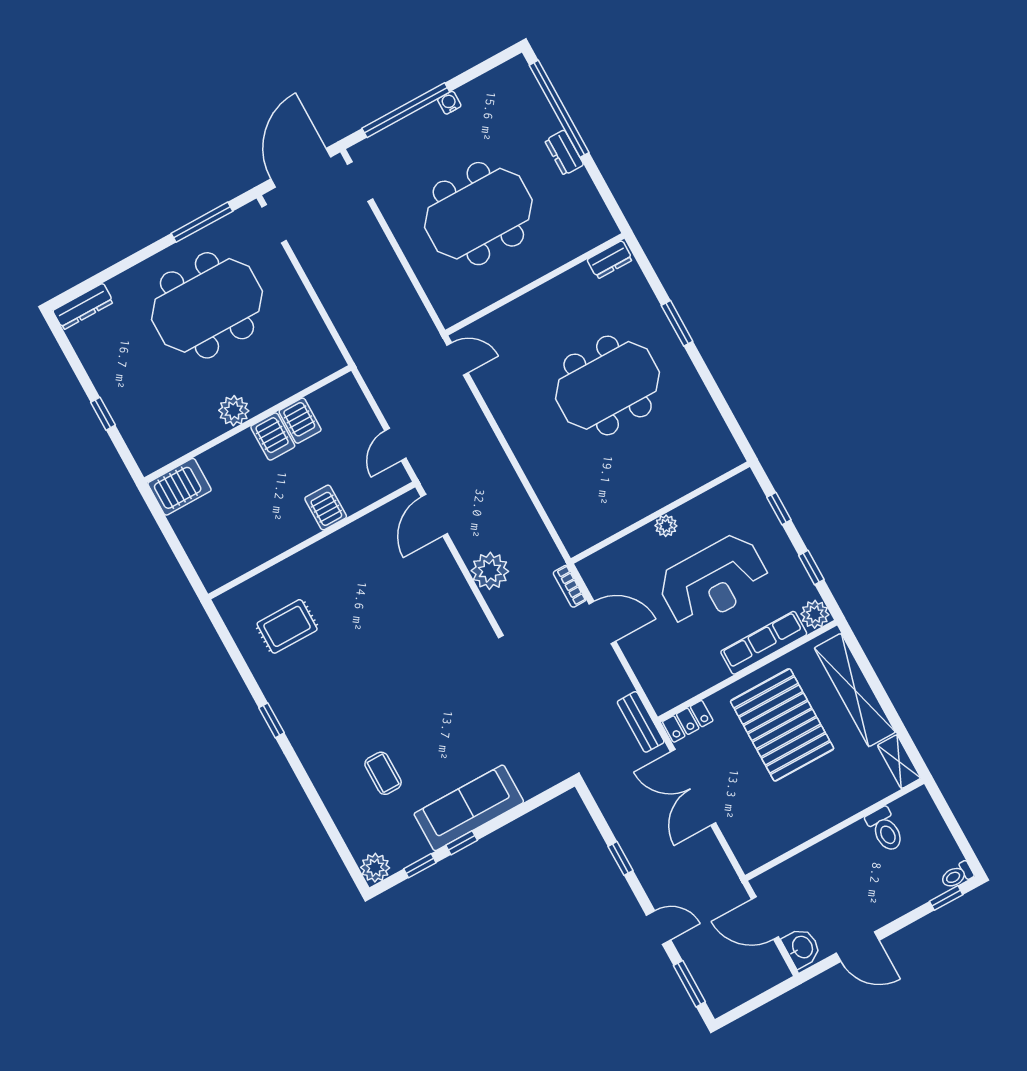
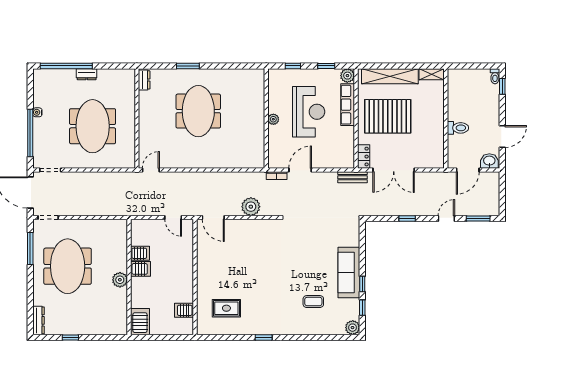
window: (103, 414) -> (70, 337), moved
server rack: (326, 508) -> (184, 310), moved
rug: (287, 626) -> (226, 308), turned 90
toilet: (885, 830) -> (458, 128), moved

